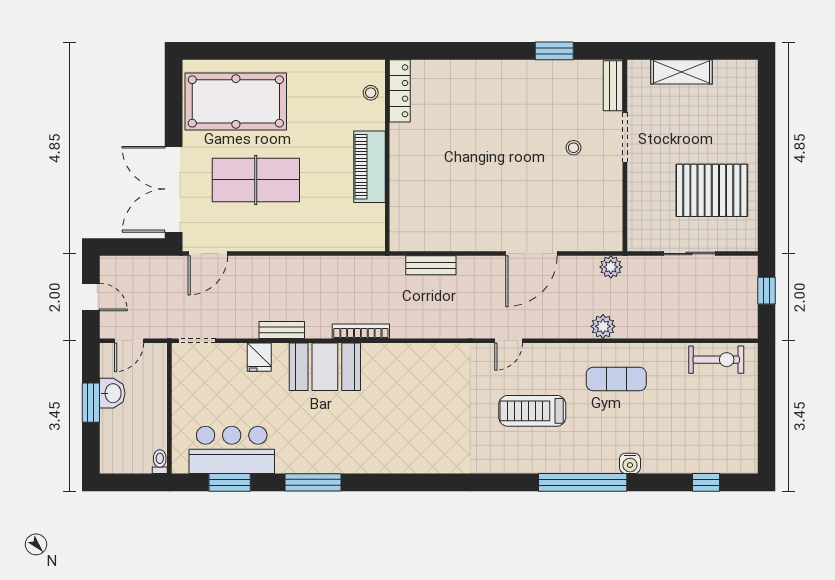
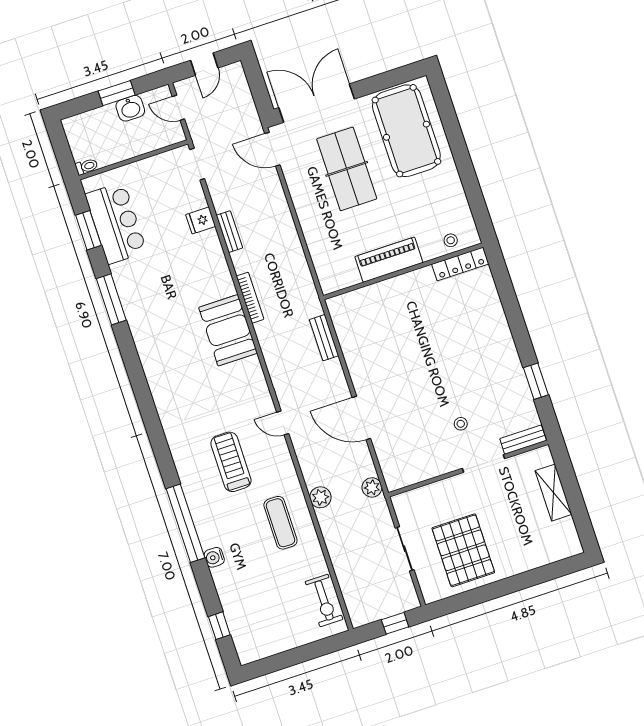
booth: (325, 367) -> (228, 330), moved

